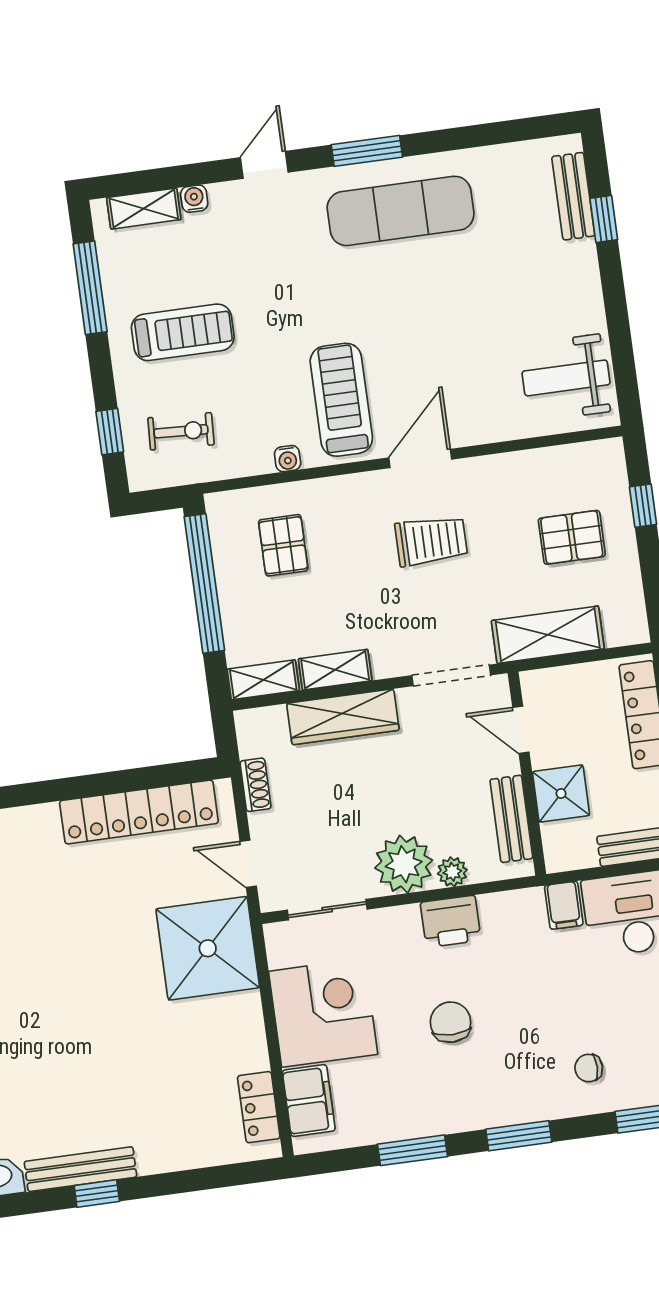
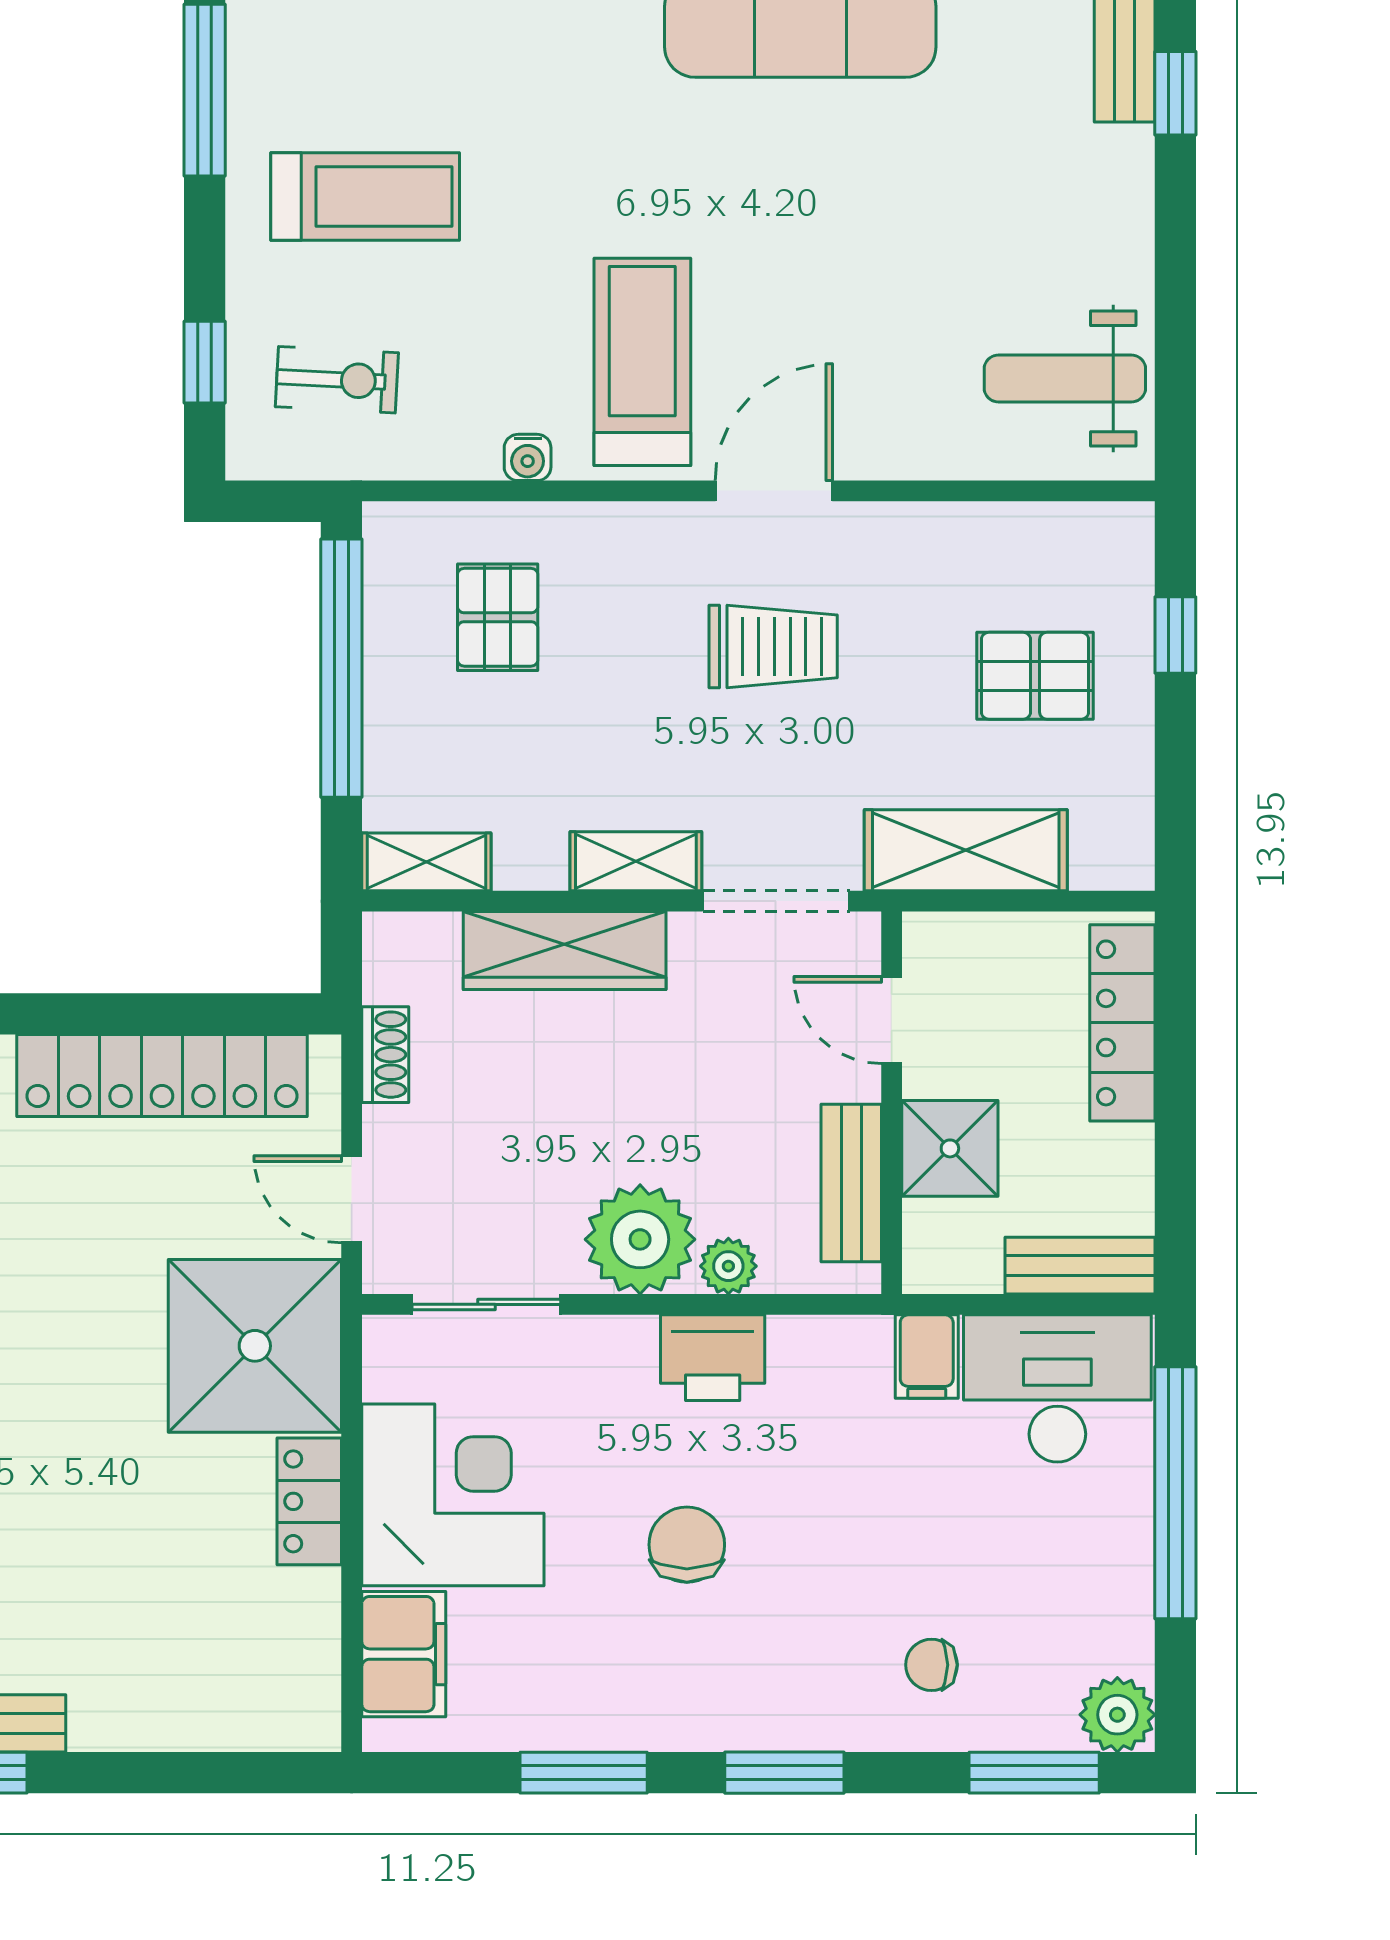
shelving: (335, 670) -> (636, 861), moved
locker: (259, 1107) -> (309, 1501), moved

